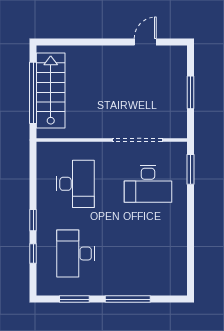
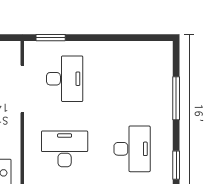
desk: (76, 254) -> (132, 149), turned -90
window: (74, 299) -> (176, 165), moved

